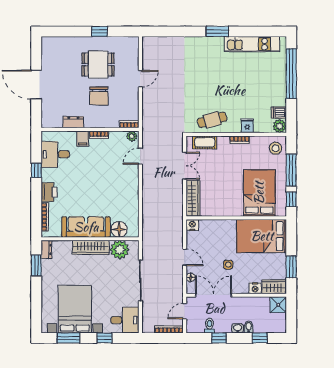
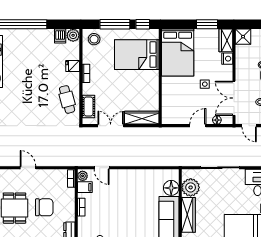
filing cabinet: (83, 139) -> (85, 187), moved
nightstand: (192, 225) -> (167, 118), removed

